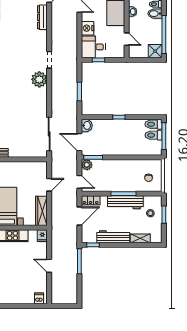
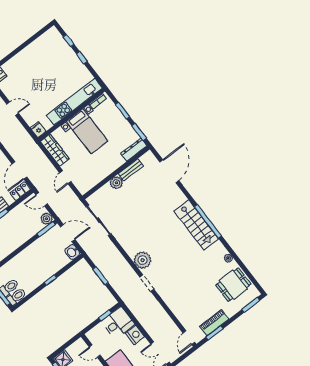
dresser: (42, 17) -> (180, 315), removed
plant: (15, 152) -> (116, 183), added

